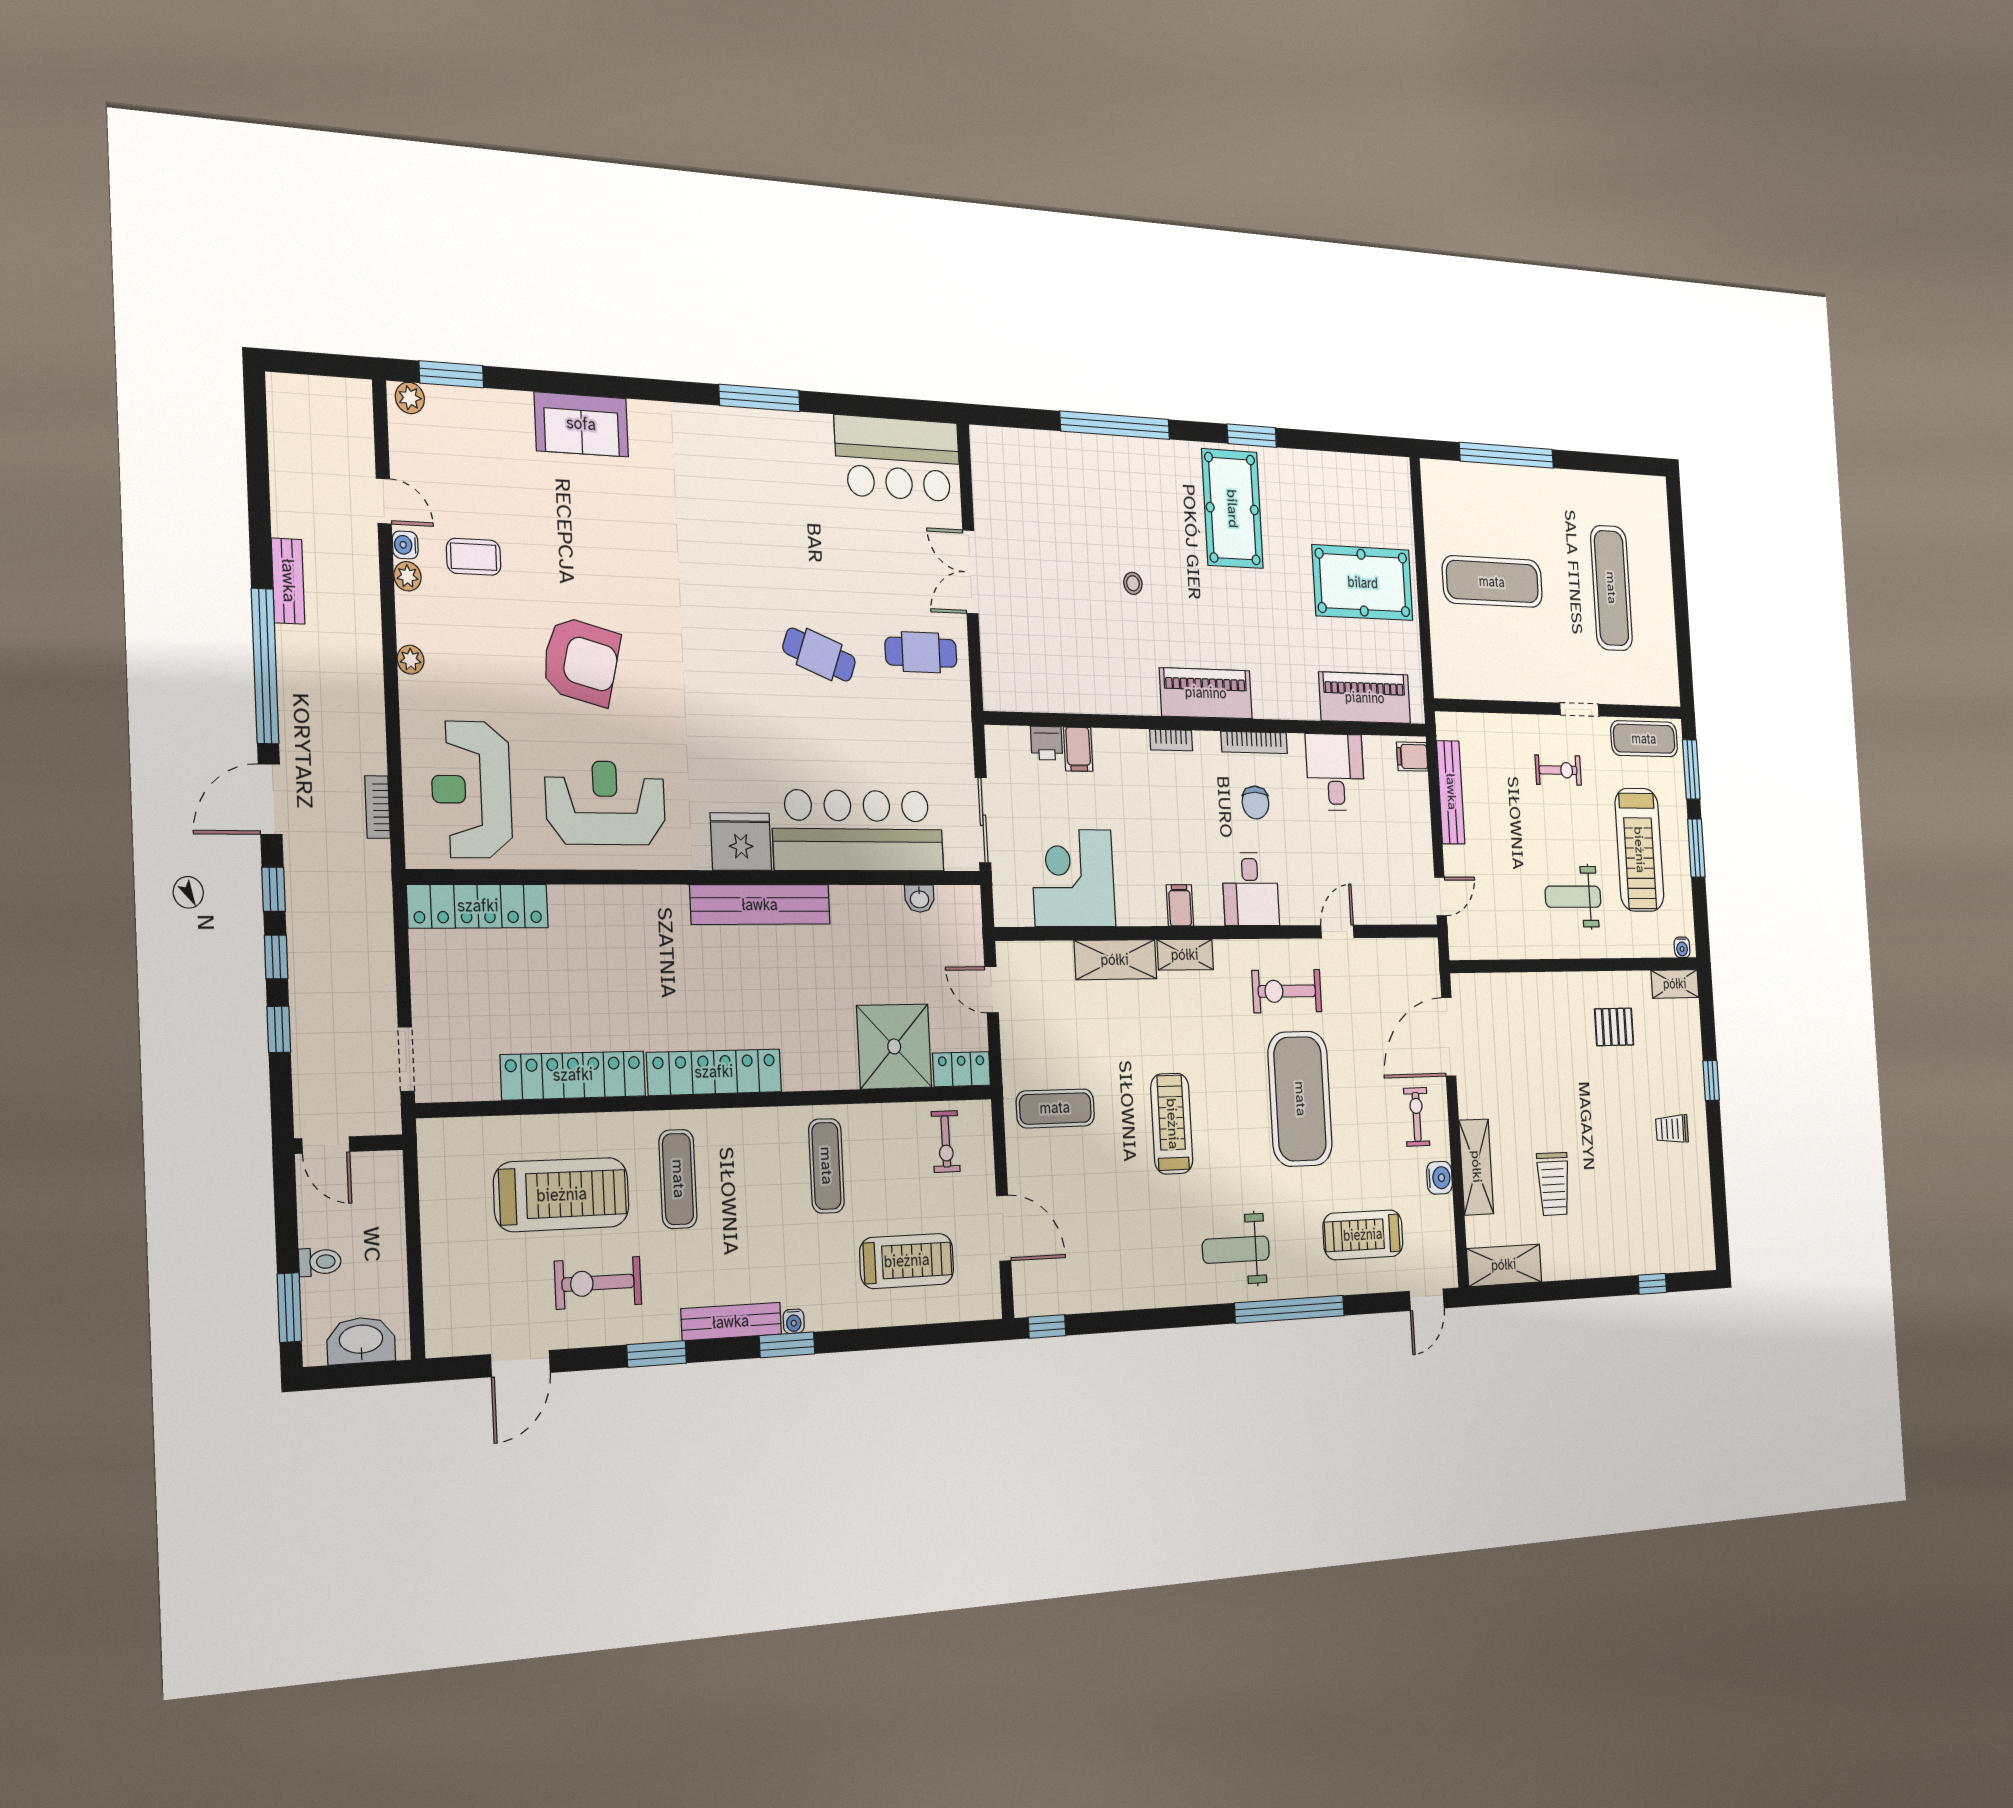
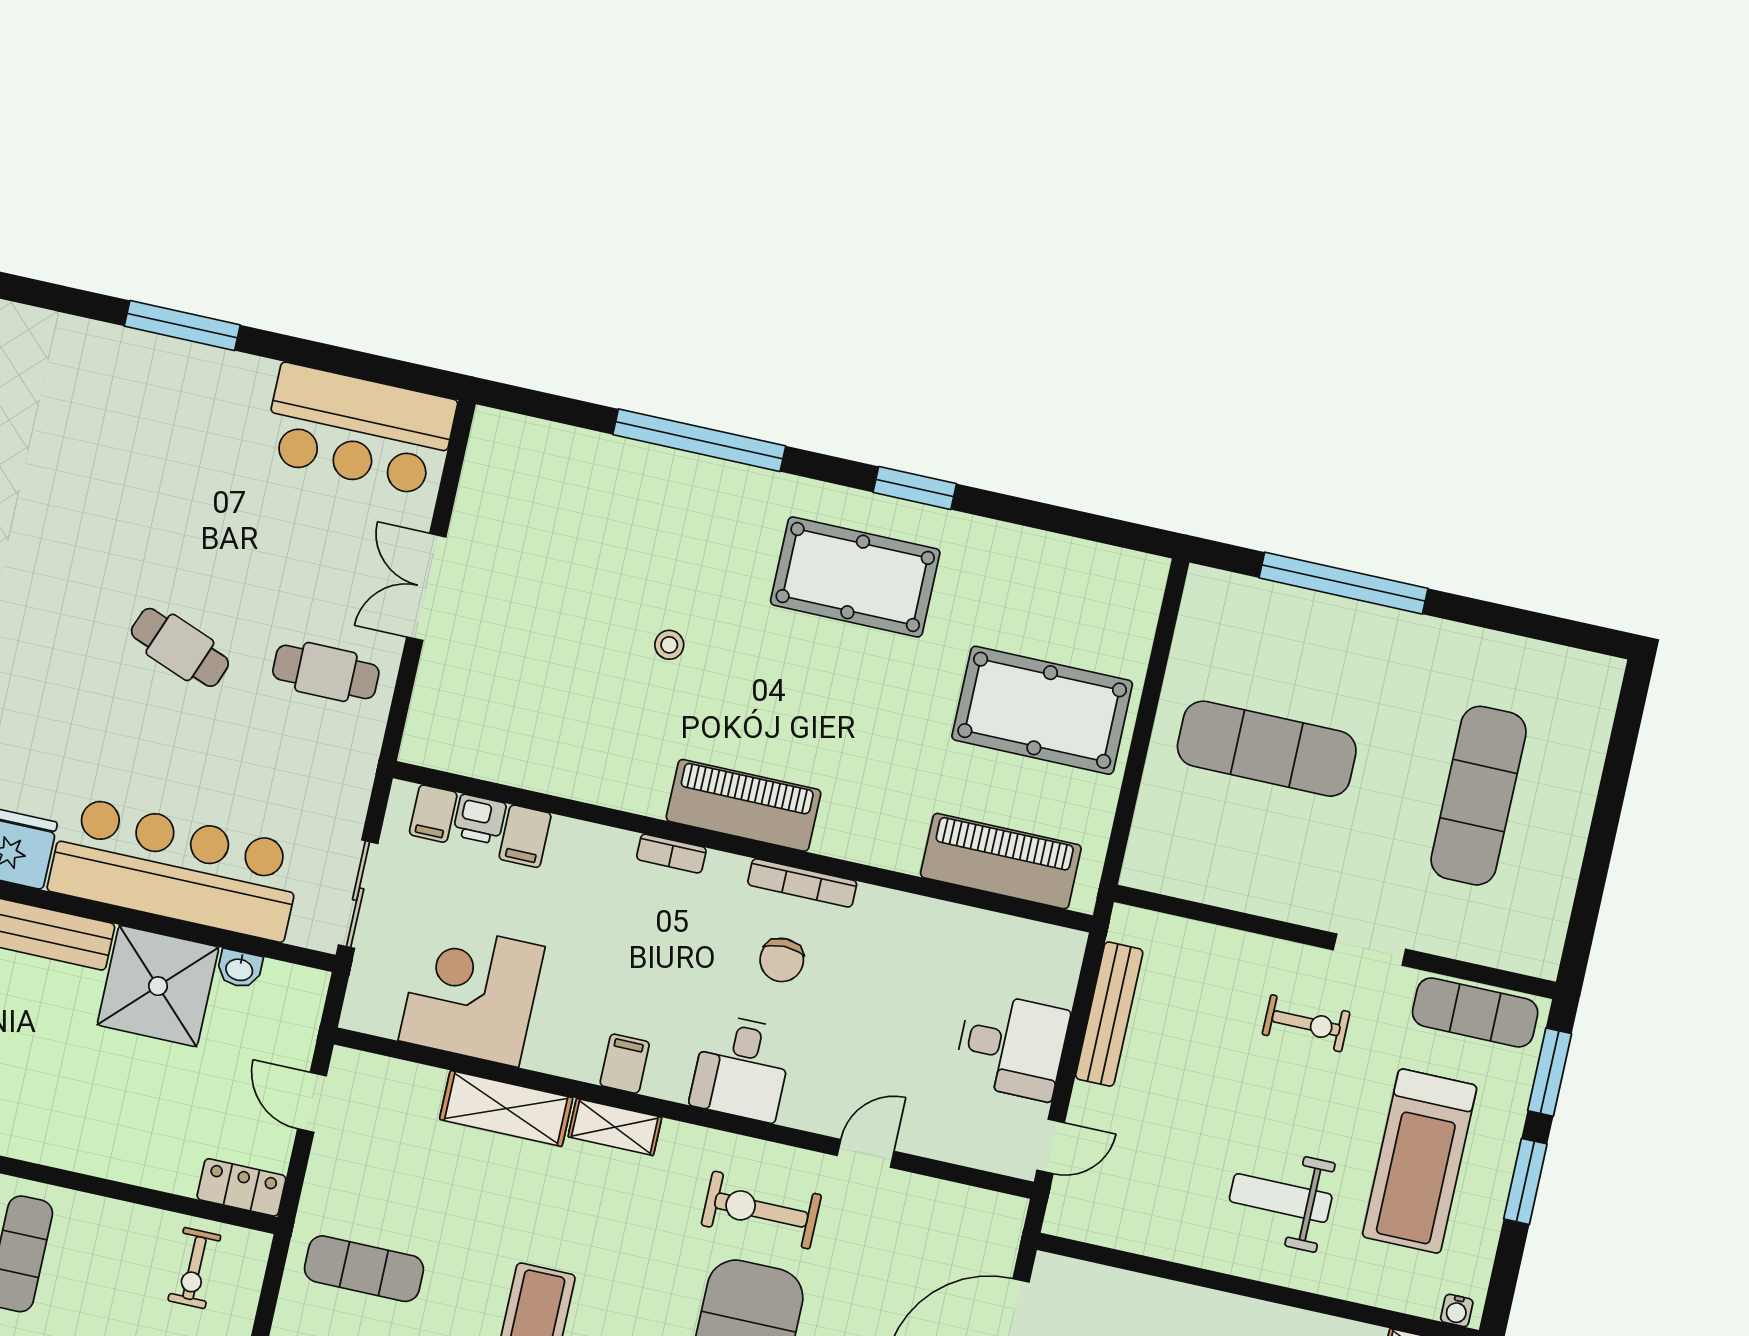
pool table: (1232, 509) -> (855, 577), turned 90
filing cabinet: (1412, 757) -> (433, 814), moved, turned -90
desk: (1335, 772) -> (1012, 1046), moved, turned 90
shower: (894, 1046) -> (158, 986), moved

